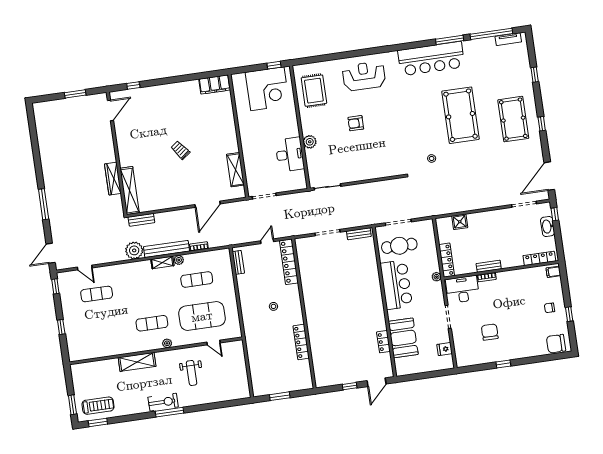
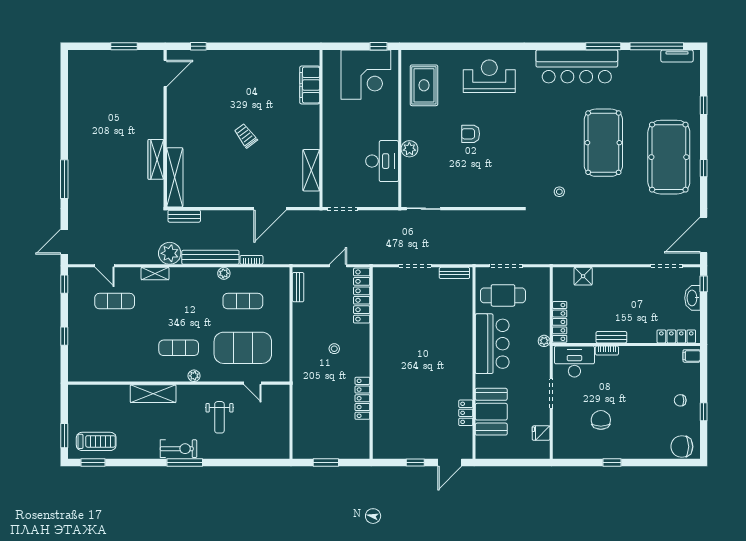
filing cabinet: (215, 84) -> (310, 85), moved, turned 90
pool table: (513, 119) -> (669, 157), width x1.36, depth x1.32
shelving: (162, 262) -> (155, 273), moved

